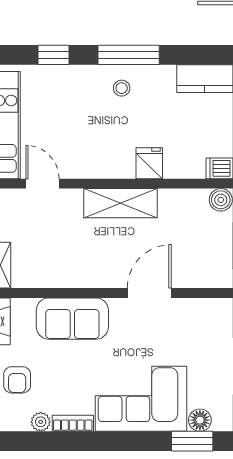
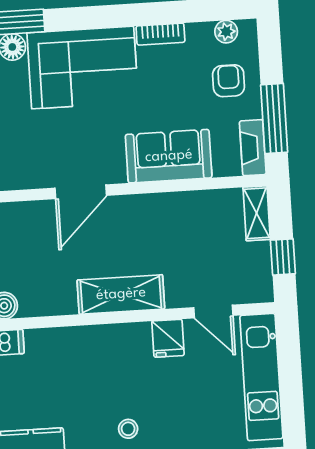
fridge: (149, 163) -> (168, 338), moved
plant: (41, 422) -> (226, 32), moved

